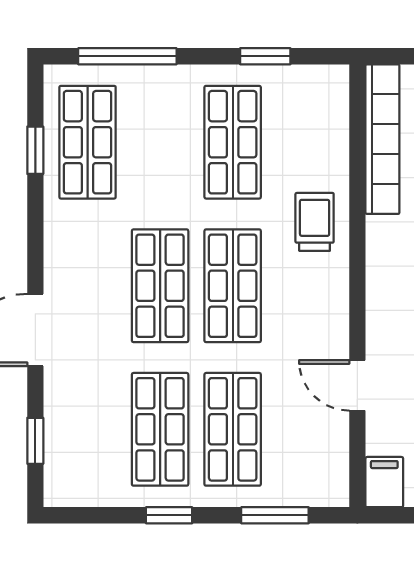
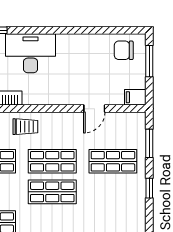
trolley: (315, 222) -> (25, 127), turned 180
shop shelf: (160, 429) -> (113, 192), removed

